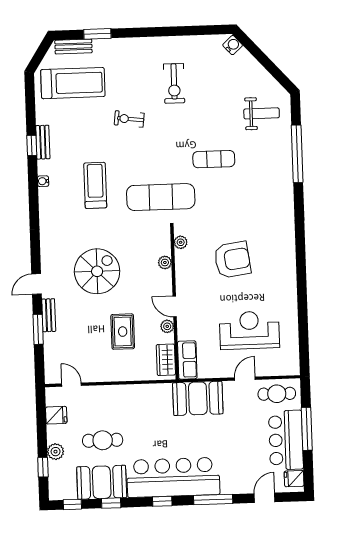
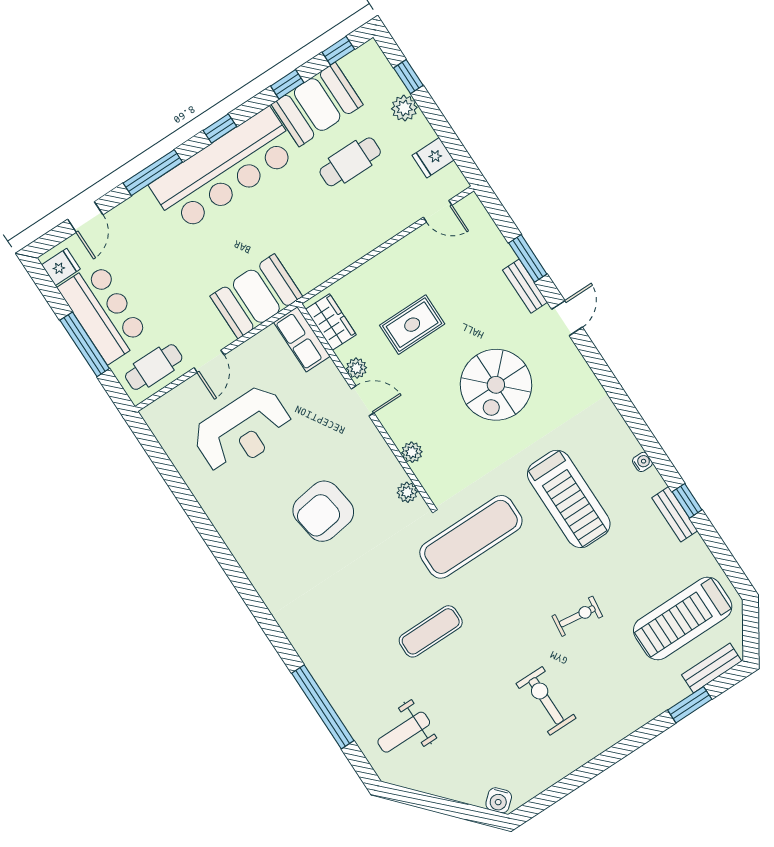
treadmill: (95, 185) -> (569, 499), width x1.37, depth x1.38
rug: (123, 332) -> (412, 325), turned 90

